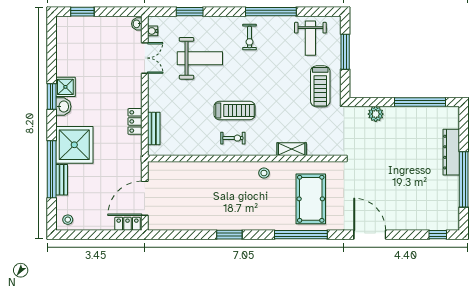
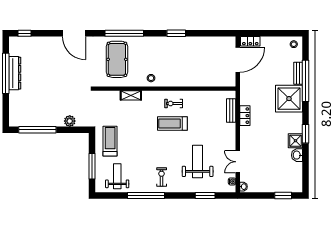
weight bench: (200, 58) -> (198, 162), turned 90
washbasin: (63, 107) -> (297, 155), moved
dresser: (451, 152) -> (15, 73), moved

